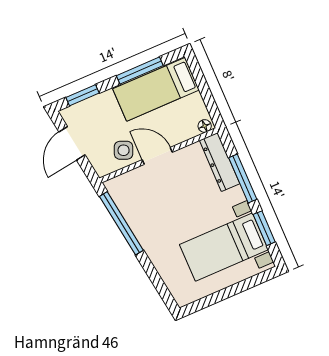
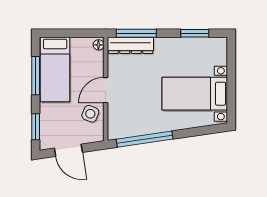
window: (243, 178) -> (136, 33), moved
bed with nightstands: (224, 247) -> (195, 94), moved, turned 90

